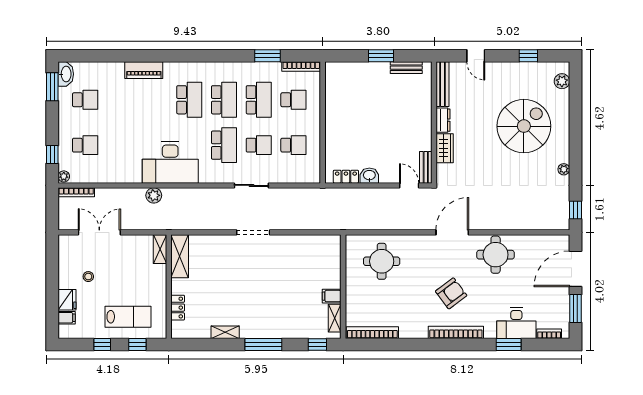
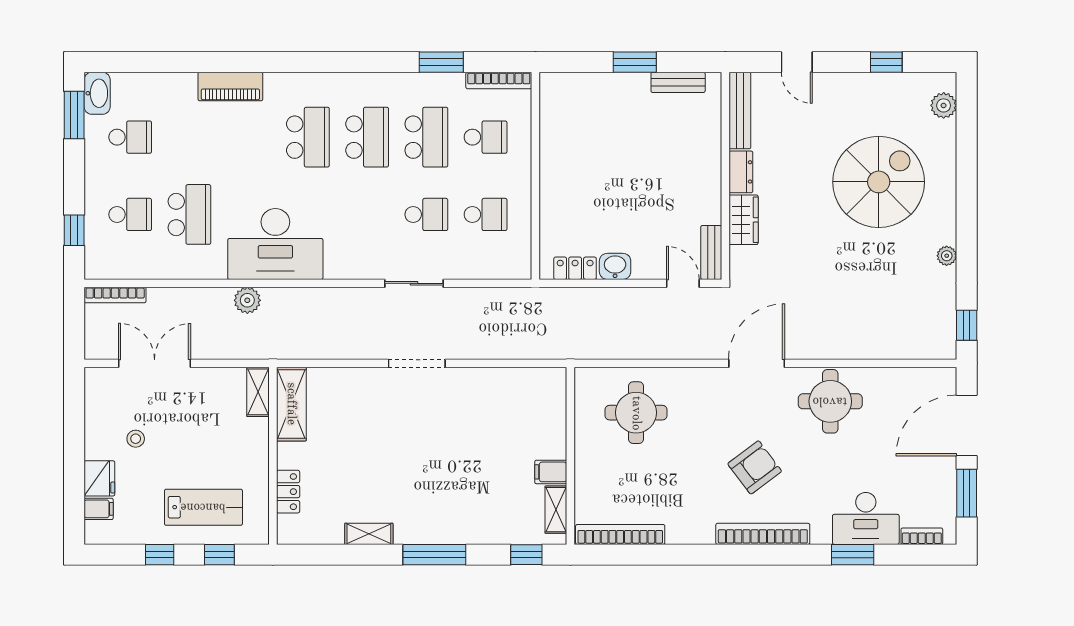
school desk: (224, 145) -> (189, 214), moved
plant: (64, 176) -> (94, 268), removed

